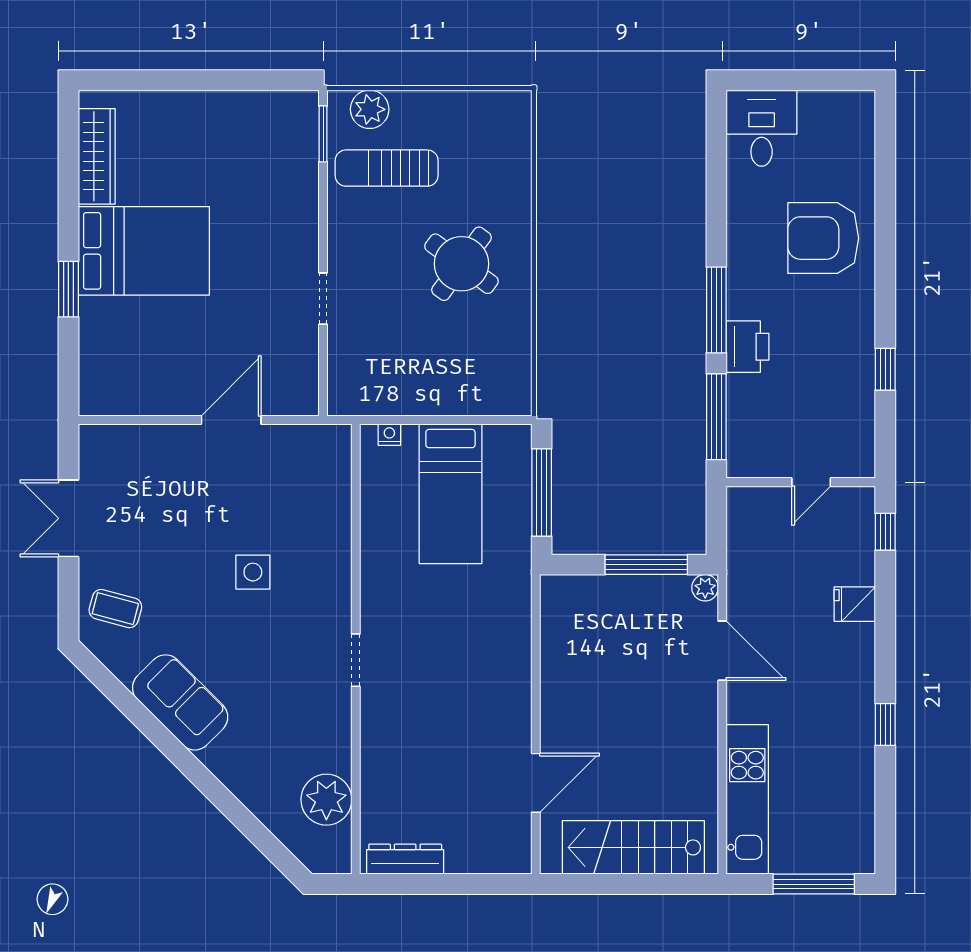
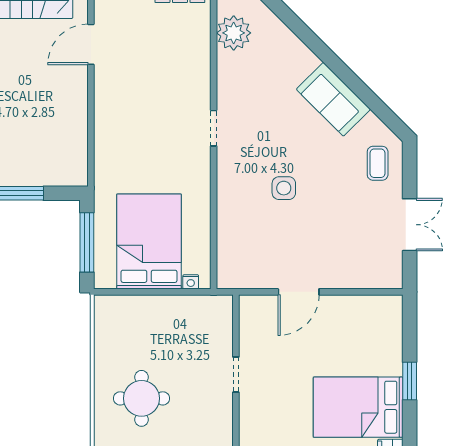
round table: (462, 264) -> (142, 398), turned -36
bed: (450, 494) -> (149, 242), width x1.50
coffee table: (115, 609) -> (378, 163), turned 75

